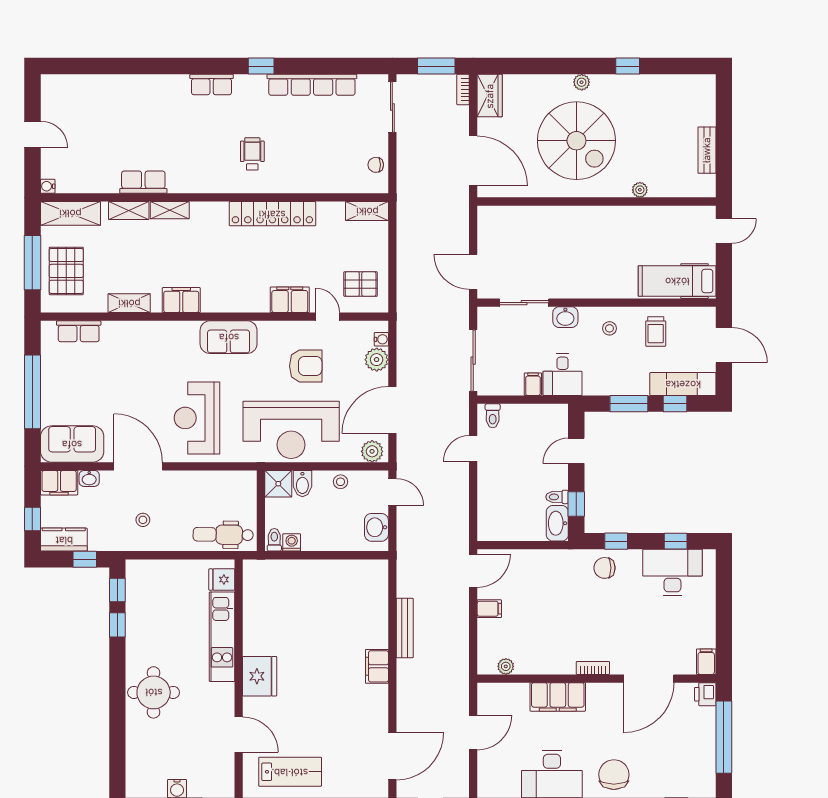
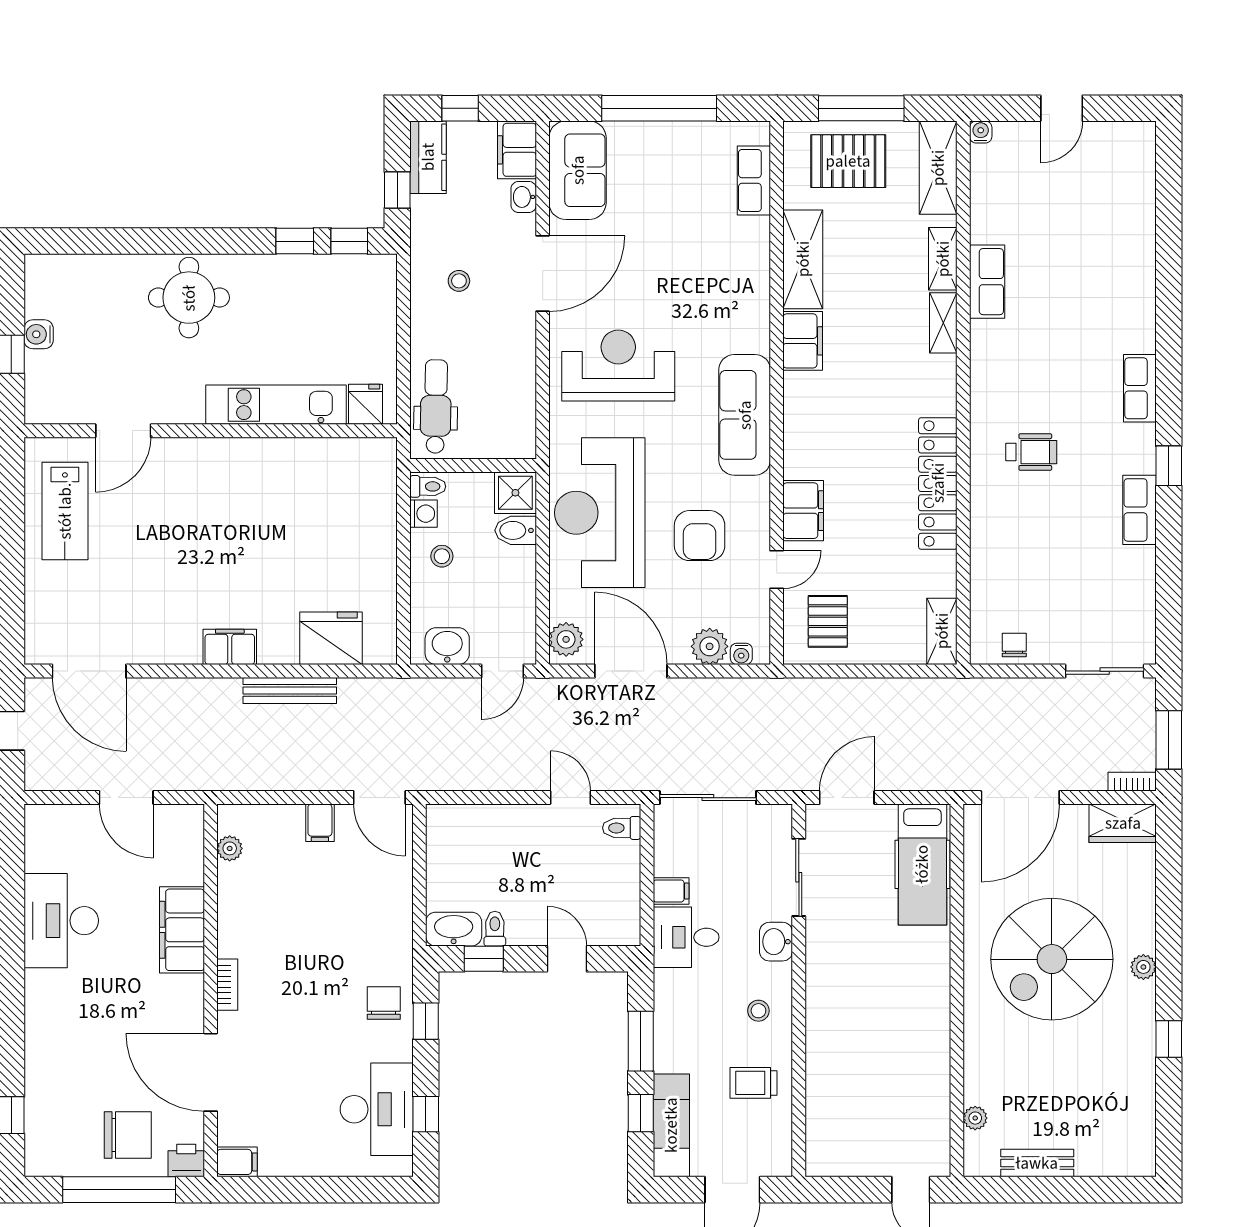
row of seats: (312, 85) -> (1139, 510), width x0.50
plant: (640, 190) -> (975, 1118), moved
hospital bed: (677, 281) -> (922, 864), moved, turned 180
shelving: (129, 303) -> (803, 259), width x1.50, depth x1.33
sofa: (229, 337) -> (745, 415), width x1.36
stool: (341, 482) -> (442, 556), moved
fridge: (260, 676) -> (331, 638), moved, turned 180
chair: (614, 775) -> (128, 1135), moved

